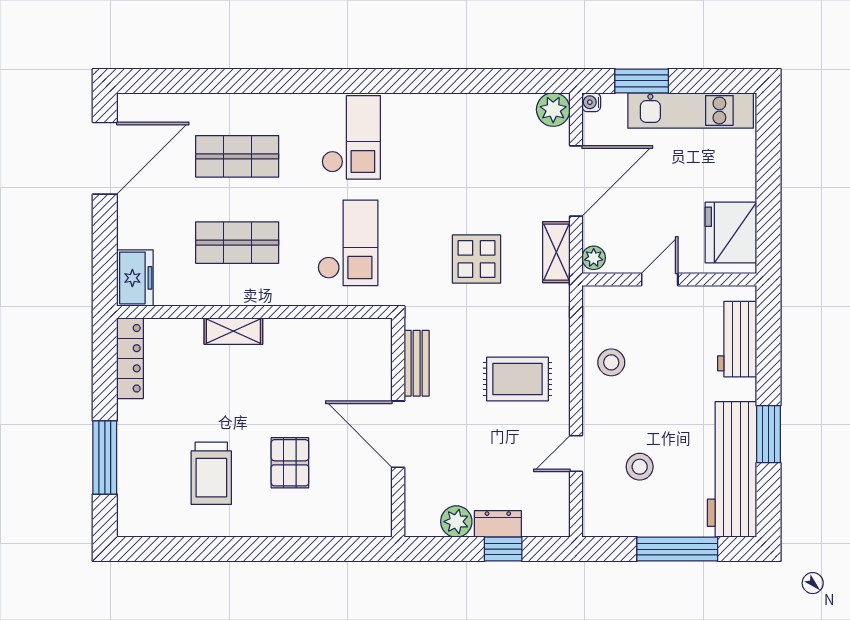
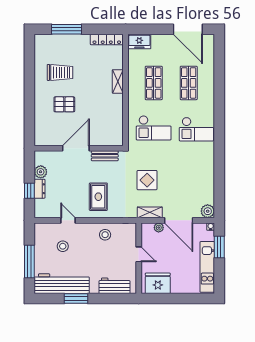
plant: (594, 258) -> (159, 228), moved
trolley: (211, 473) -> (60, 72), turned 180

